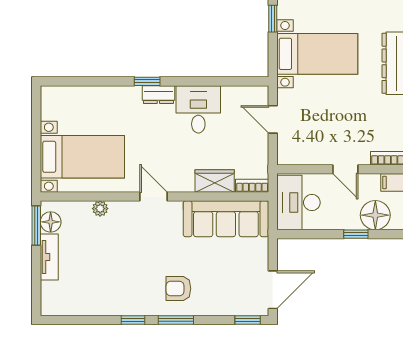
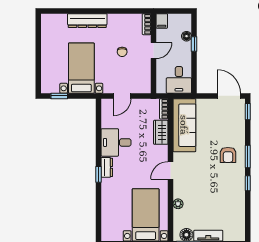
chair: (343, 119) -> (122, 52), added
desk: (298, 203) -> (179, 80), width x0.73
floor lamp: (375, 215) -> (187, 36), width x0.53, depth x0.53

